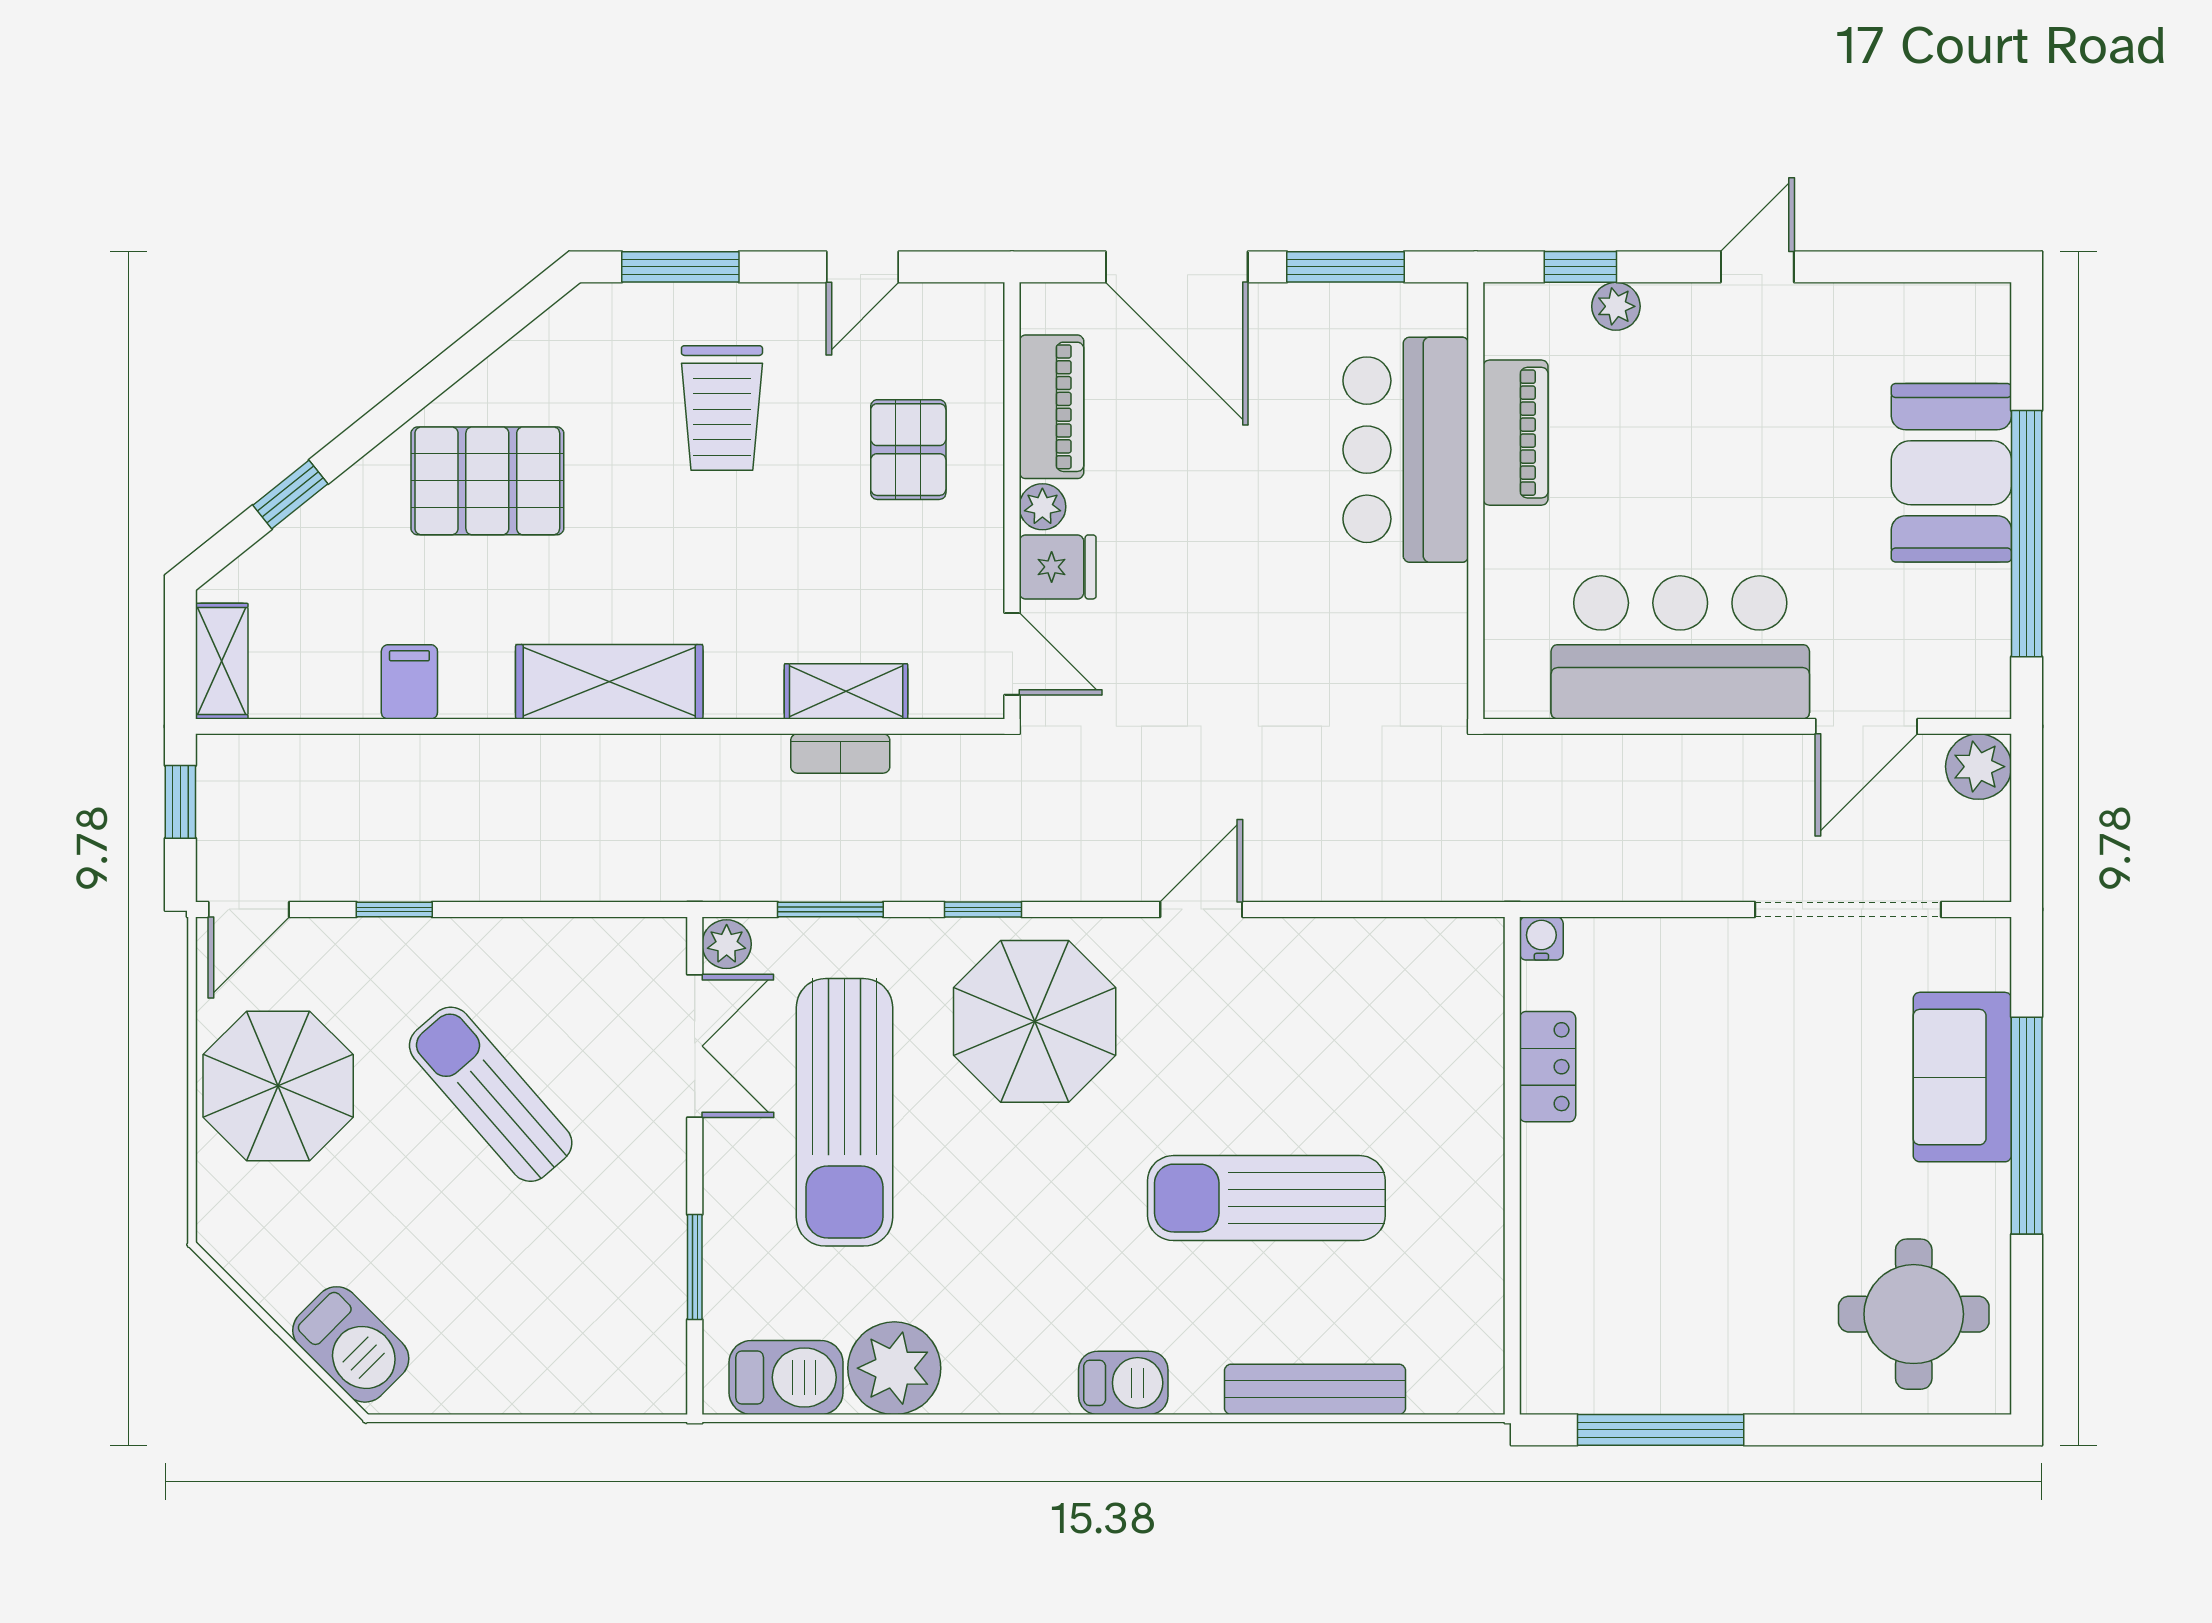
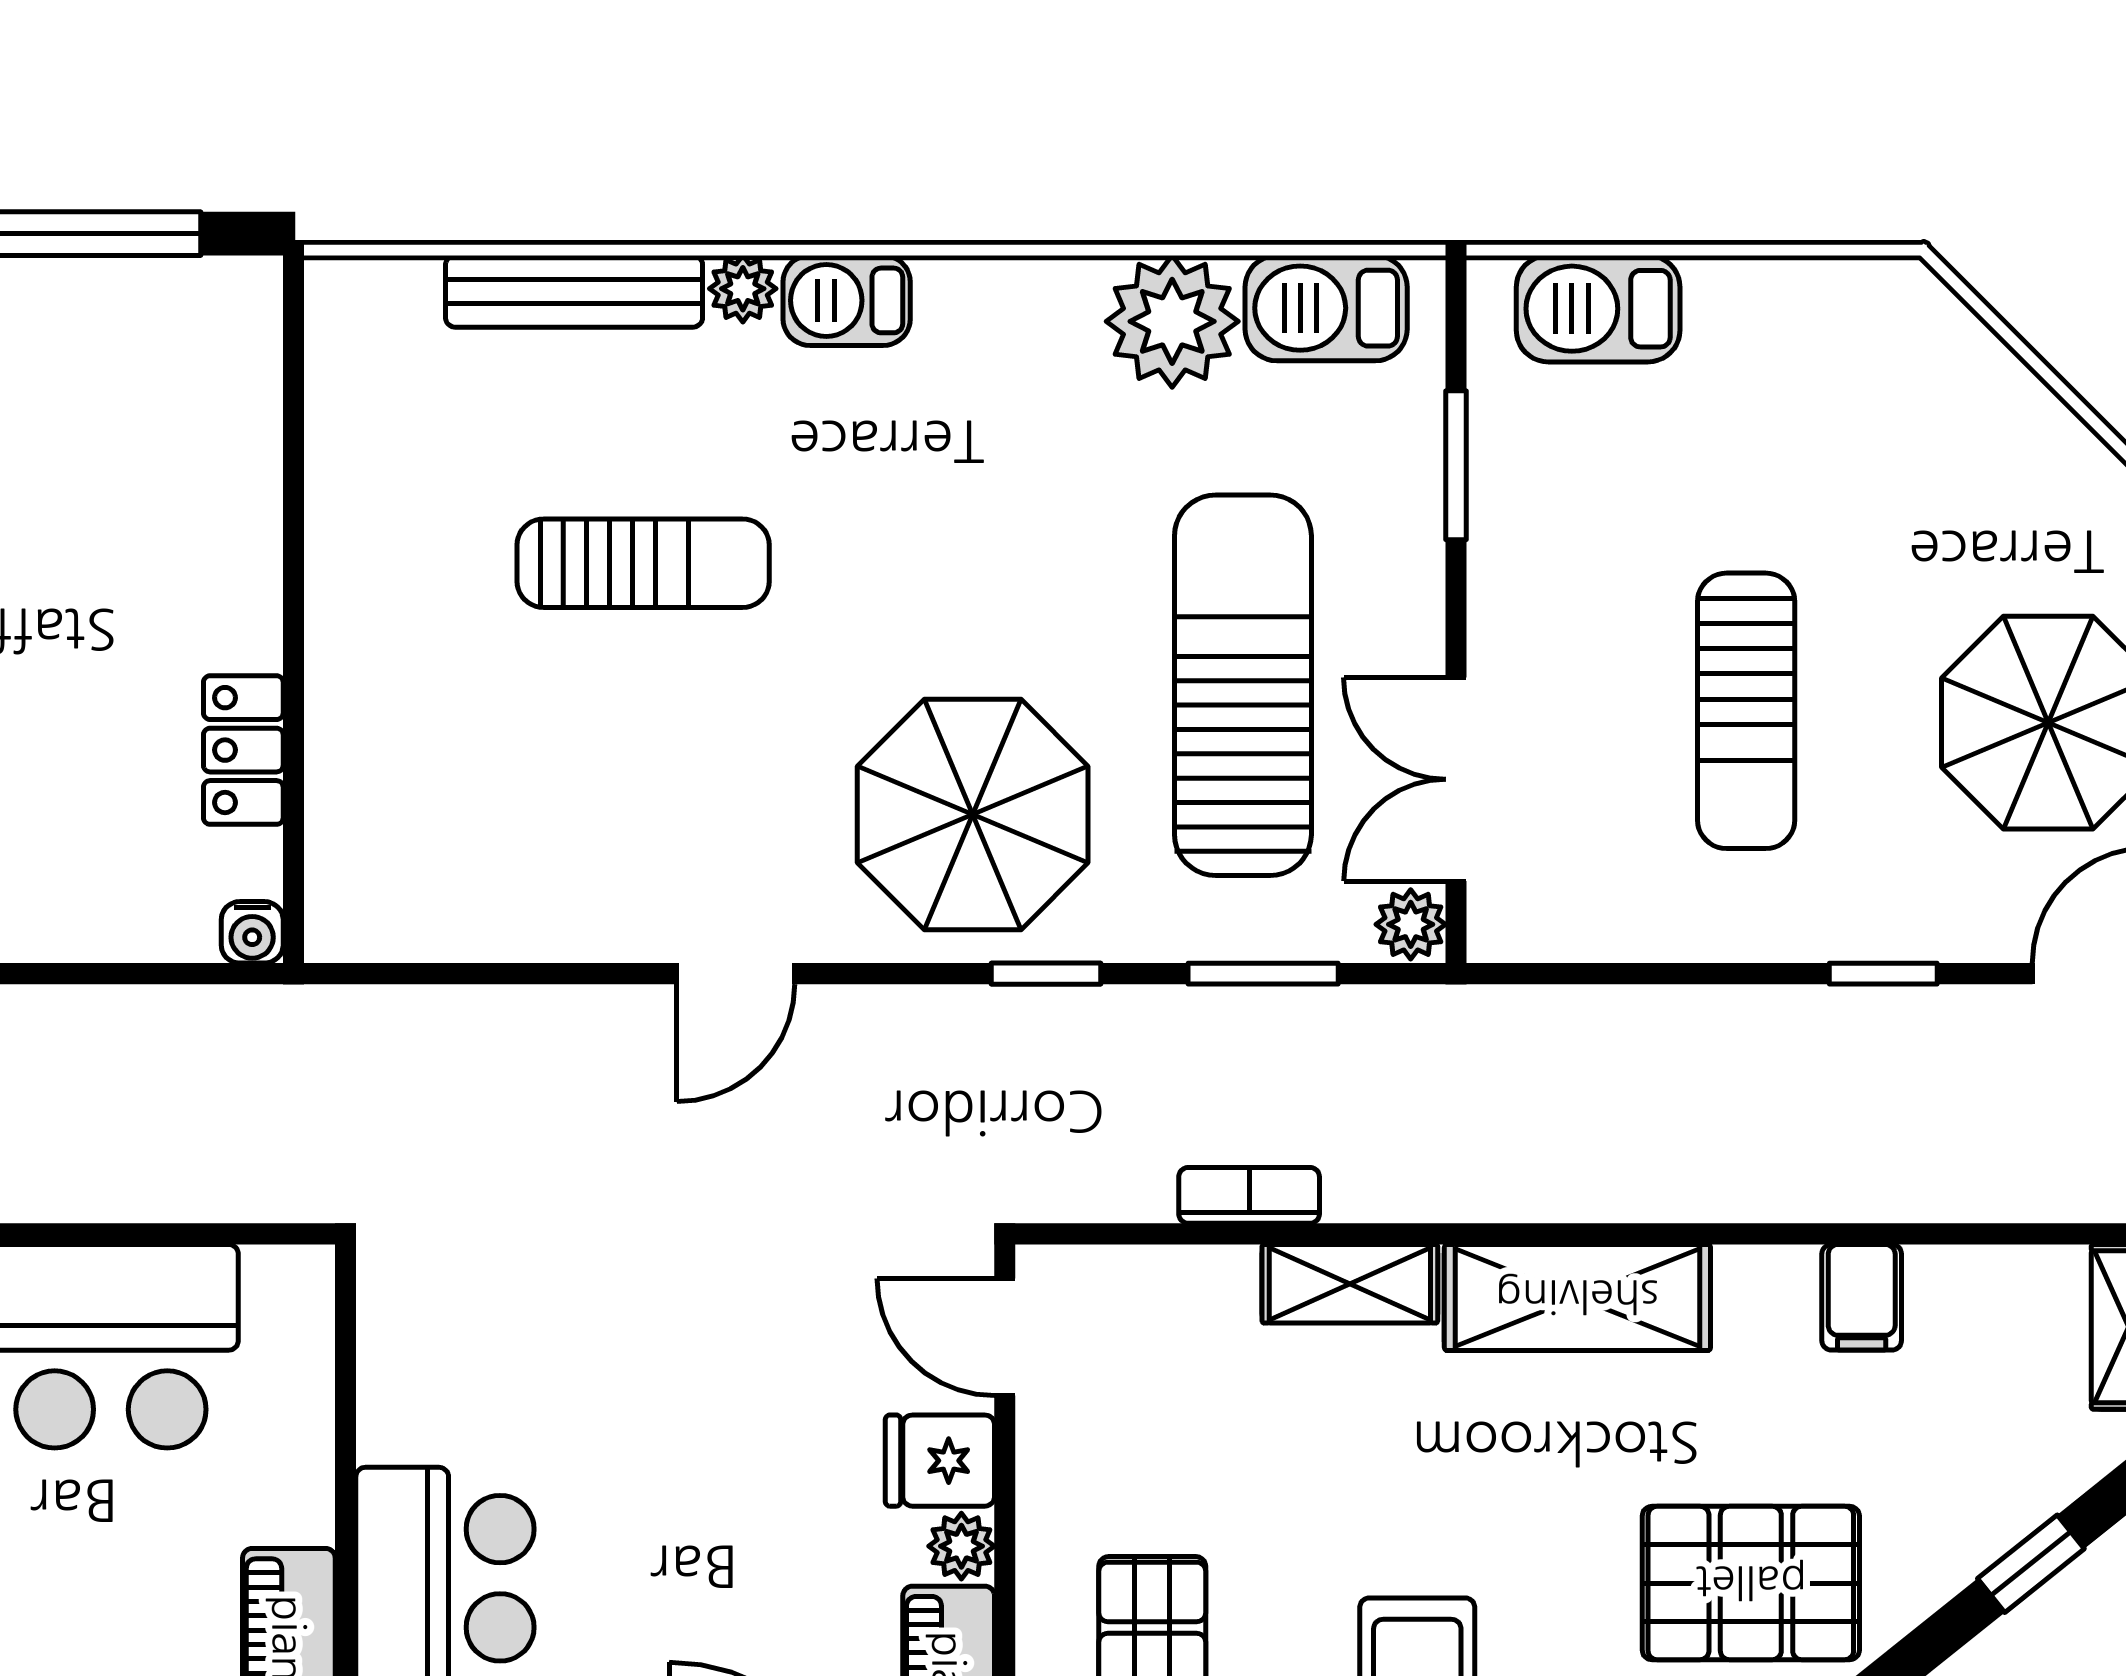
shelving: (846, 691) -> (1350, 1284), moved
sun lounger: (491, 1094) -> (1746, 711), turned 41
sun lounger: (1266, 1198) -> (643, 563), width x0.73, depth x0.75
barbecue: (351, 1344) -> (1598, 309), moved, turned -45
plant: (1196, 1391) -> (743, 289), added

